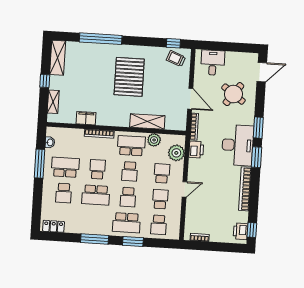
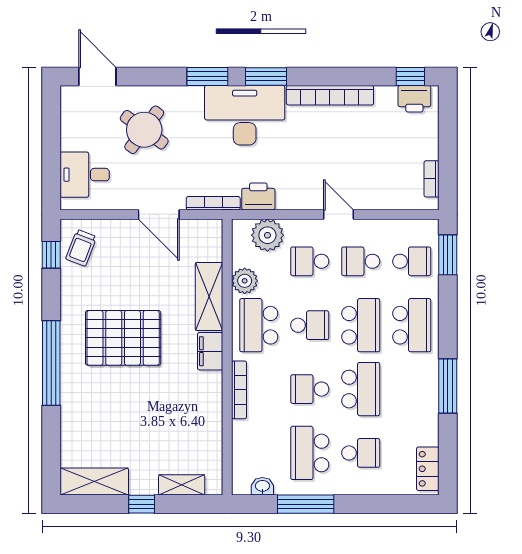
window: (101, 39) -> (51, 363), moved
door: (190, 99) -> (159, 215), swing flipped
filing cabinet: (86, 118) -> (210, 351), moved
school desk: (128, 197) -> (361, 325), width x1.85
window: (133, 241) -> (448, 255), moved

